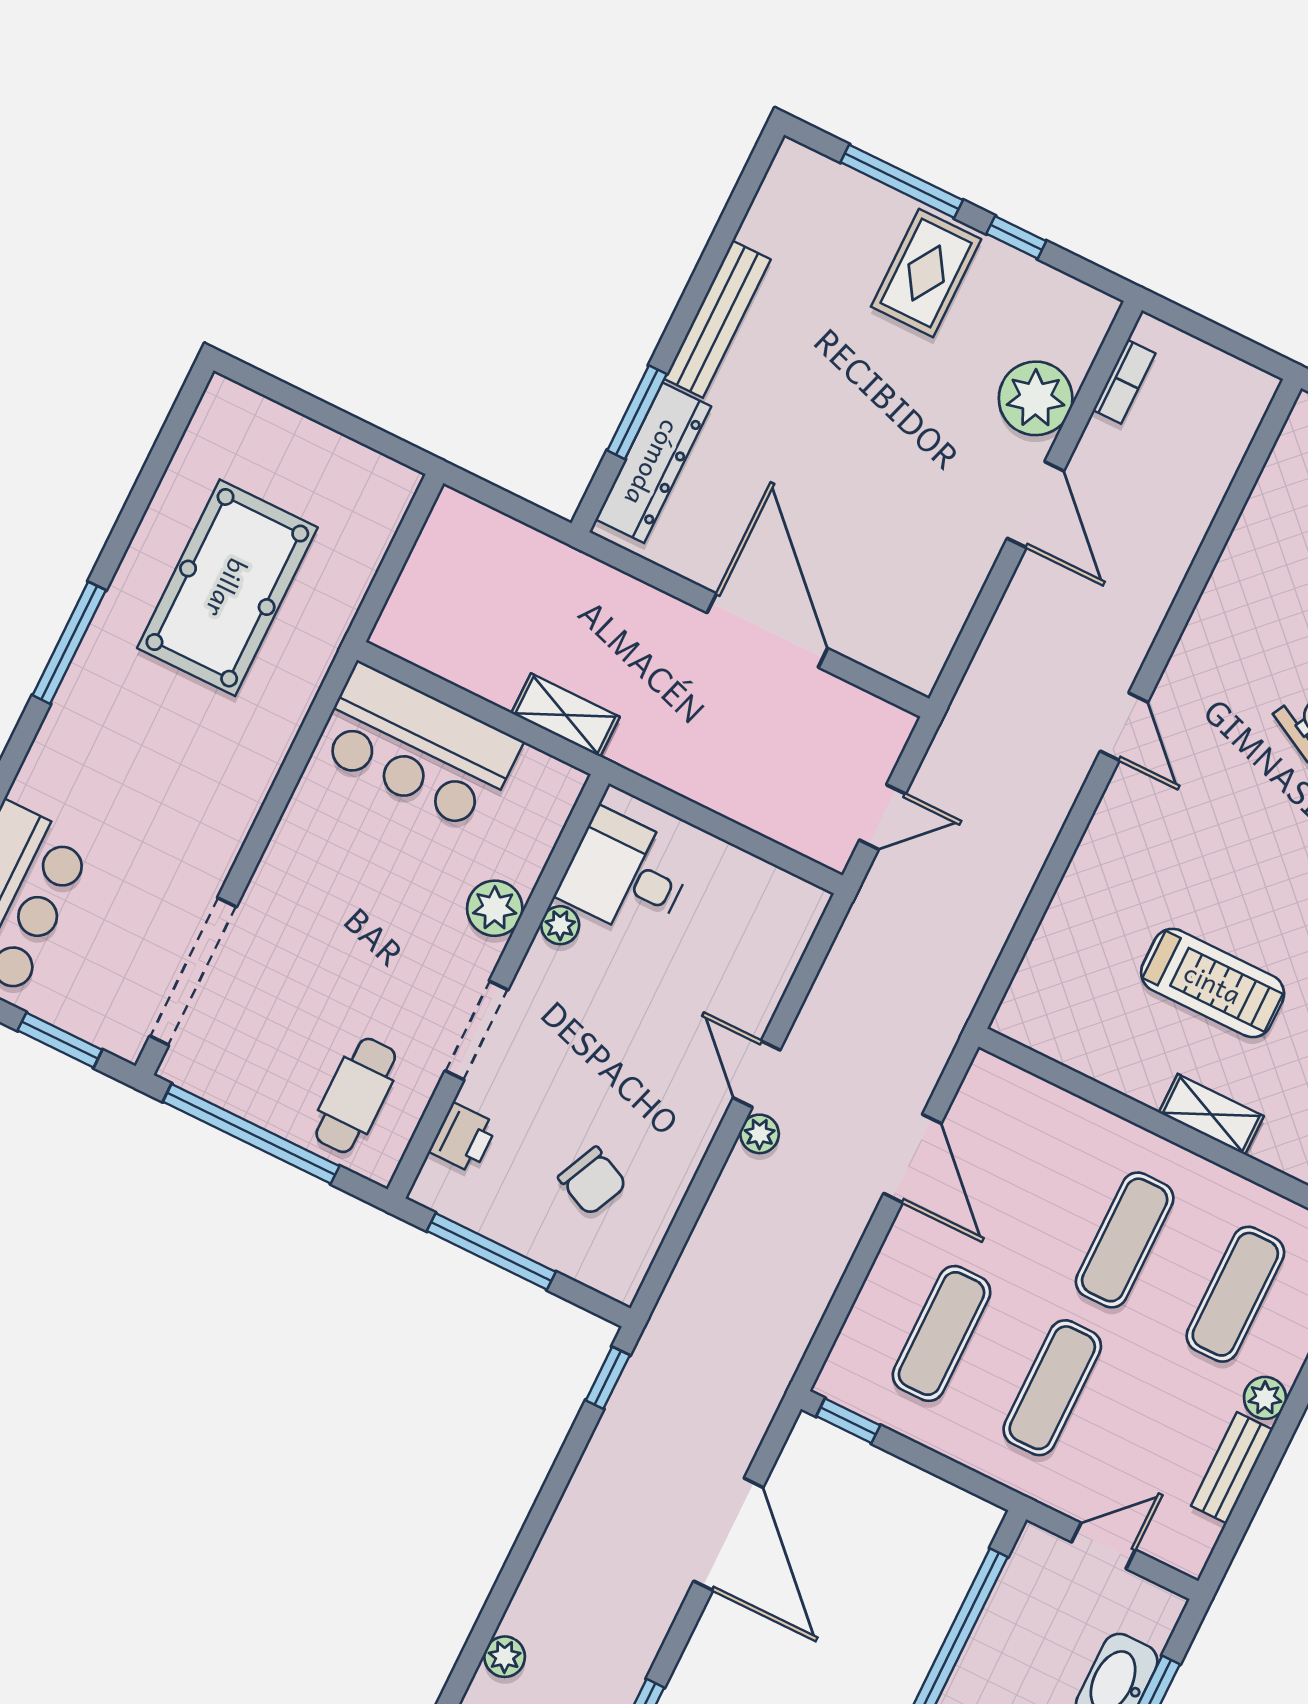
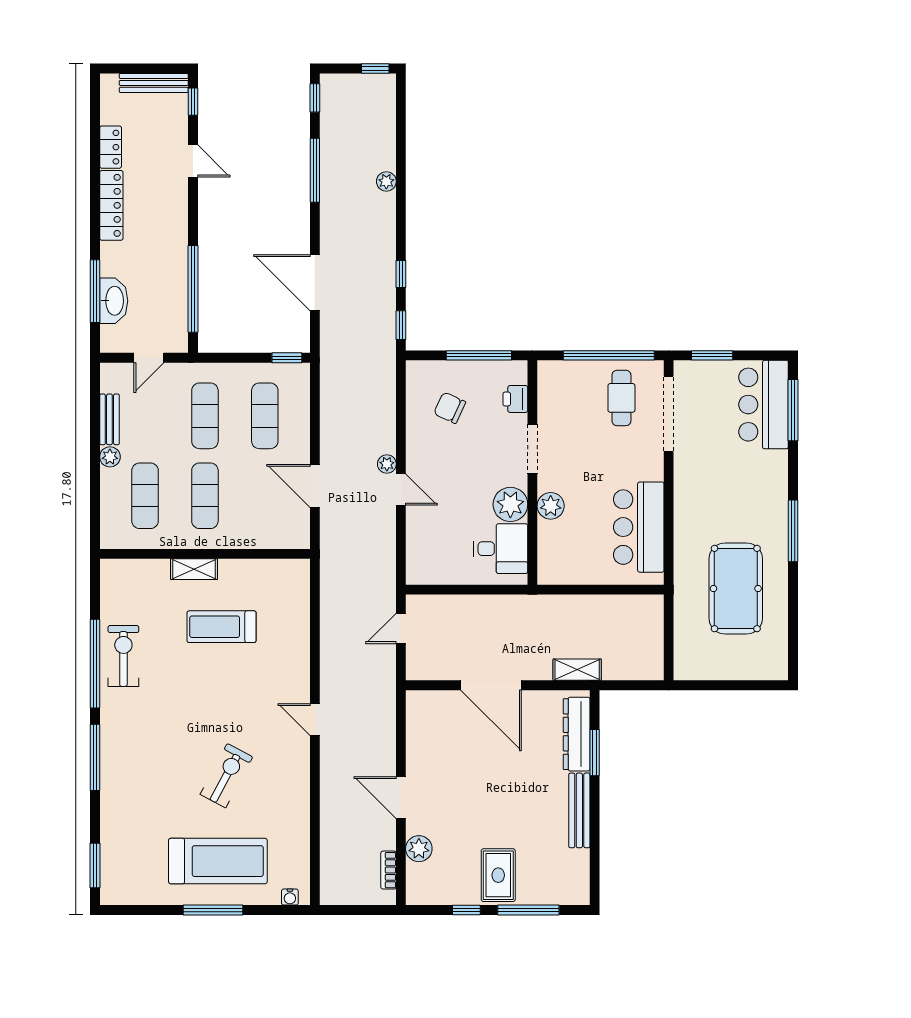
plant: (1036, 398) -> (419, 849), width x0.73, depth x0.73
shelving: (565, 715) -> (577, 670), moved
bar counter: (418, 747) -> (639, 527), moved, turned -90
plant: (560, 925) -> (510, 504), width x1.88, depth x1.88
cafe table: (356, 1095) -> (621, 398), moved
window: (561, 1472) -> (401, 274), added

